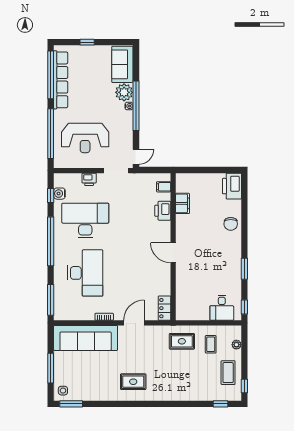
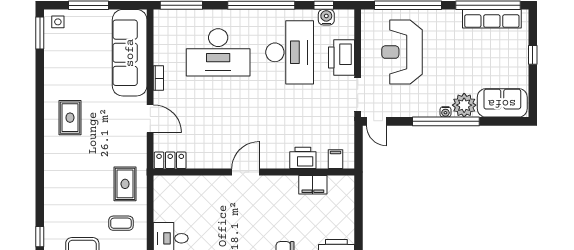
row of seats: (61, 80) -> (492, 19), width x0.73
printer: (89, 179) -> (341, 58), width x1.87, depth x1.48

